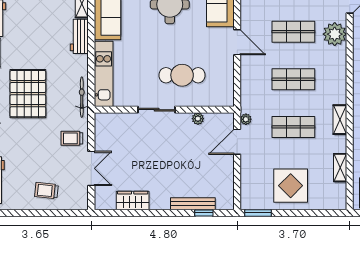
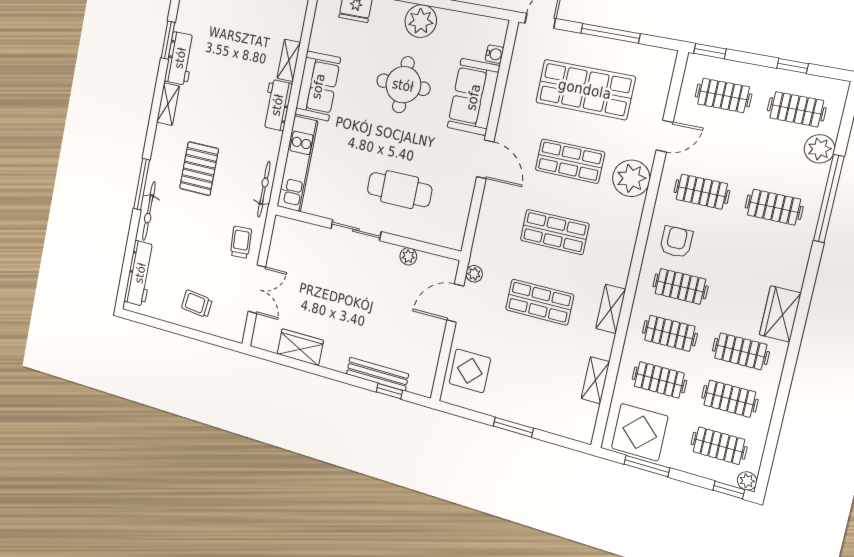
pallet: (28, 94) -> (199, 169), width x0.73, depth x0.71
trolley: (72, 138) -> (241, 242), turned 86
display table: (291, 186) -> (470, 371), moved, width x0.73, depth x0.73
window: (258, 213) -> (513, 427), moved

